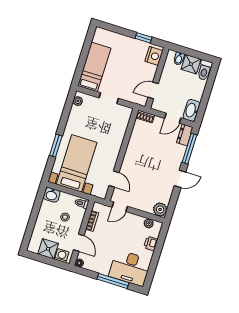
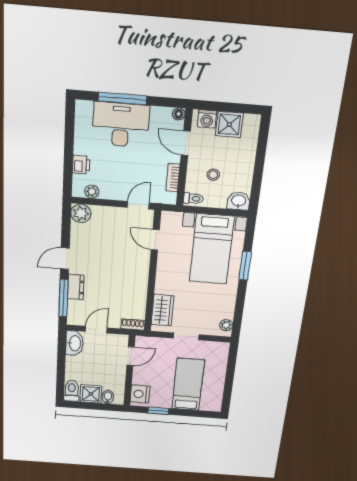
bed: (94, 67) -> (188, 384), moved, turned 180
wardrobe: (121, 123) -> (163, 310), added
dresser: (185, 135) -> (76, 287), moved
desk: (130, 268) -> (121, 125), moved

